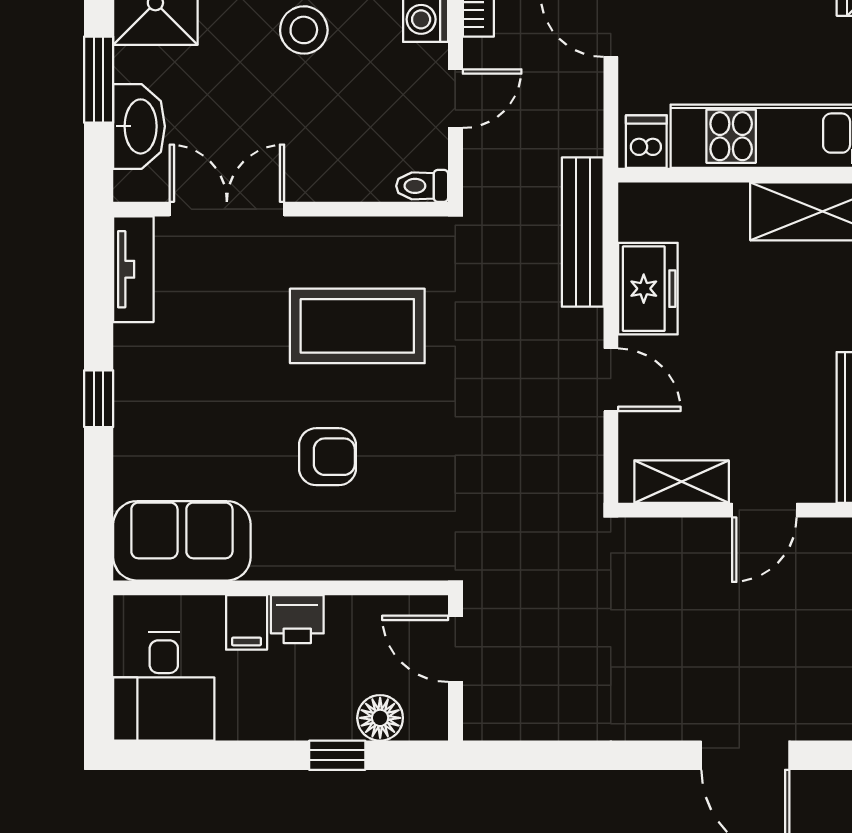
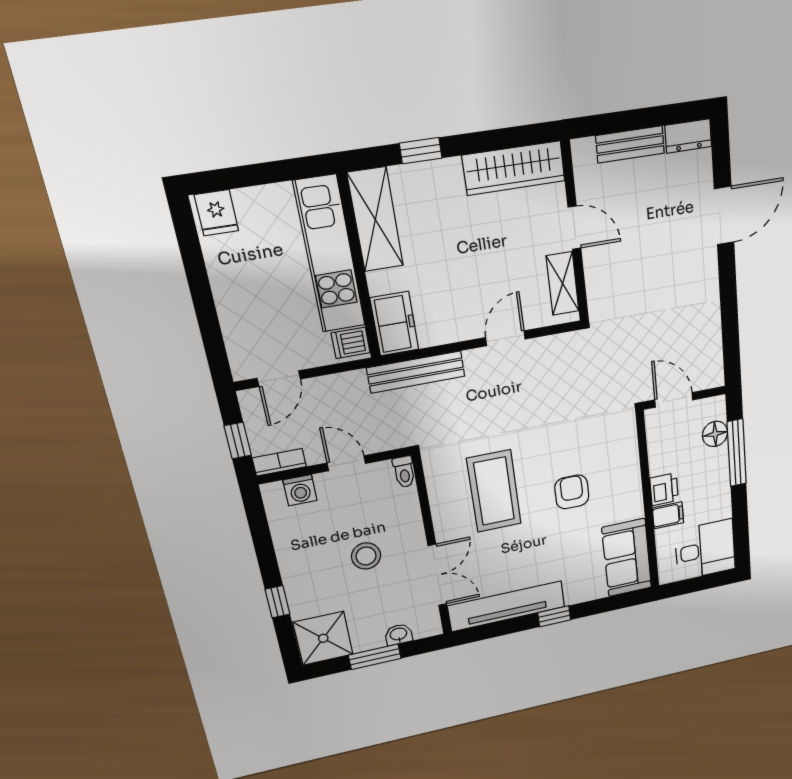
stool: (304, 30) -> (366, 556), moved
washbasin: (139, 126) -> (399, 634), width x0.52, depth x0.69
double door: (227, 209) -> (437, 575), swing flipped
tv unit: (133, 269) -> (507, 606), width x1.92, depth x1.29
freezer: (648, 289) -> (394, 324), moved, turned 90
door: (455, 649) -> (674, 400), swing flipped
window: (337, 755) -> (737, 453), width x2.17

